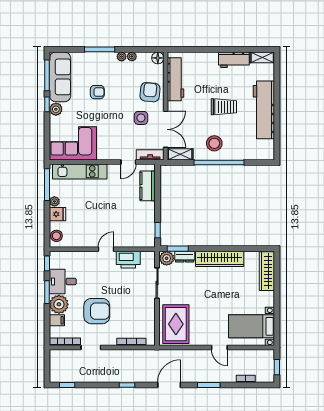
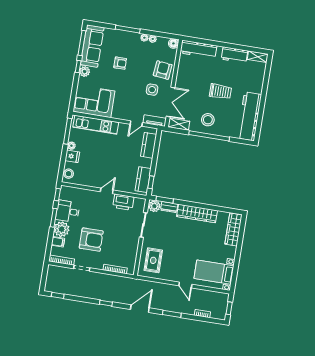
workbench: (176, 79) -> (198, 49), moved, turned 90
workbench: (264, 110) -> (249, 116), moved
kitchen counter: (148, 228) -> (143, 180), added
rug: (176, 324) -> (153, 260), width x0.73, depth x0.70

